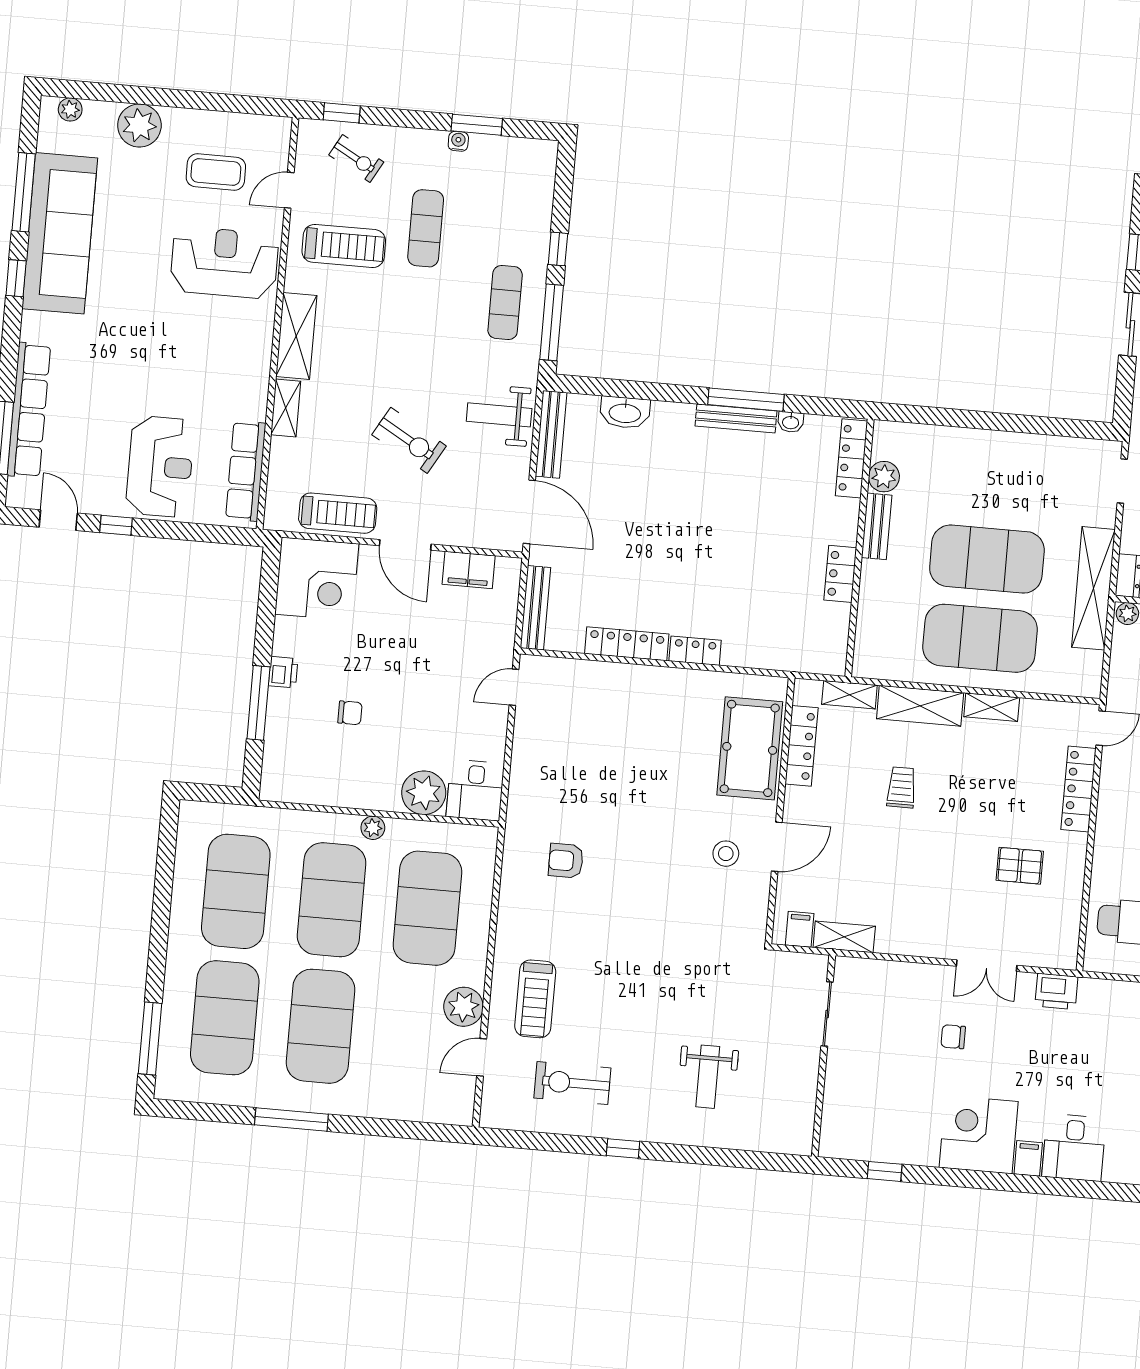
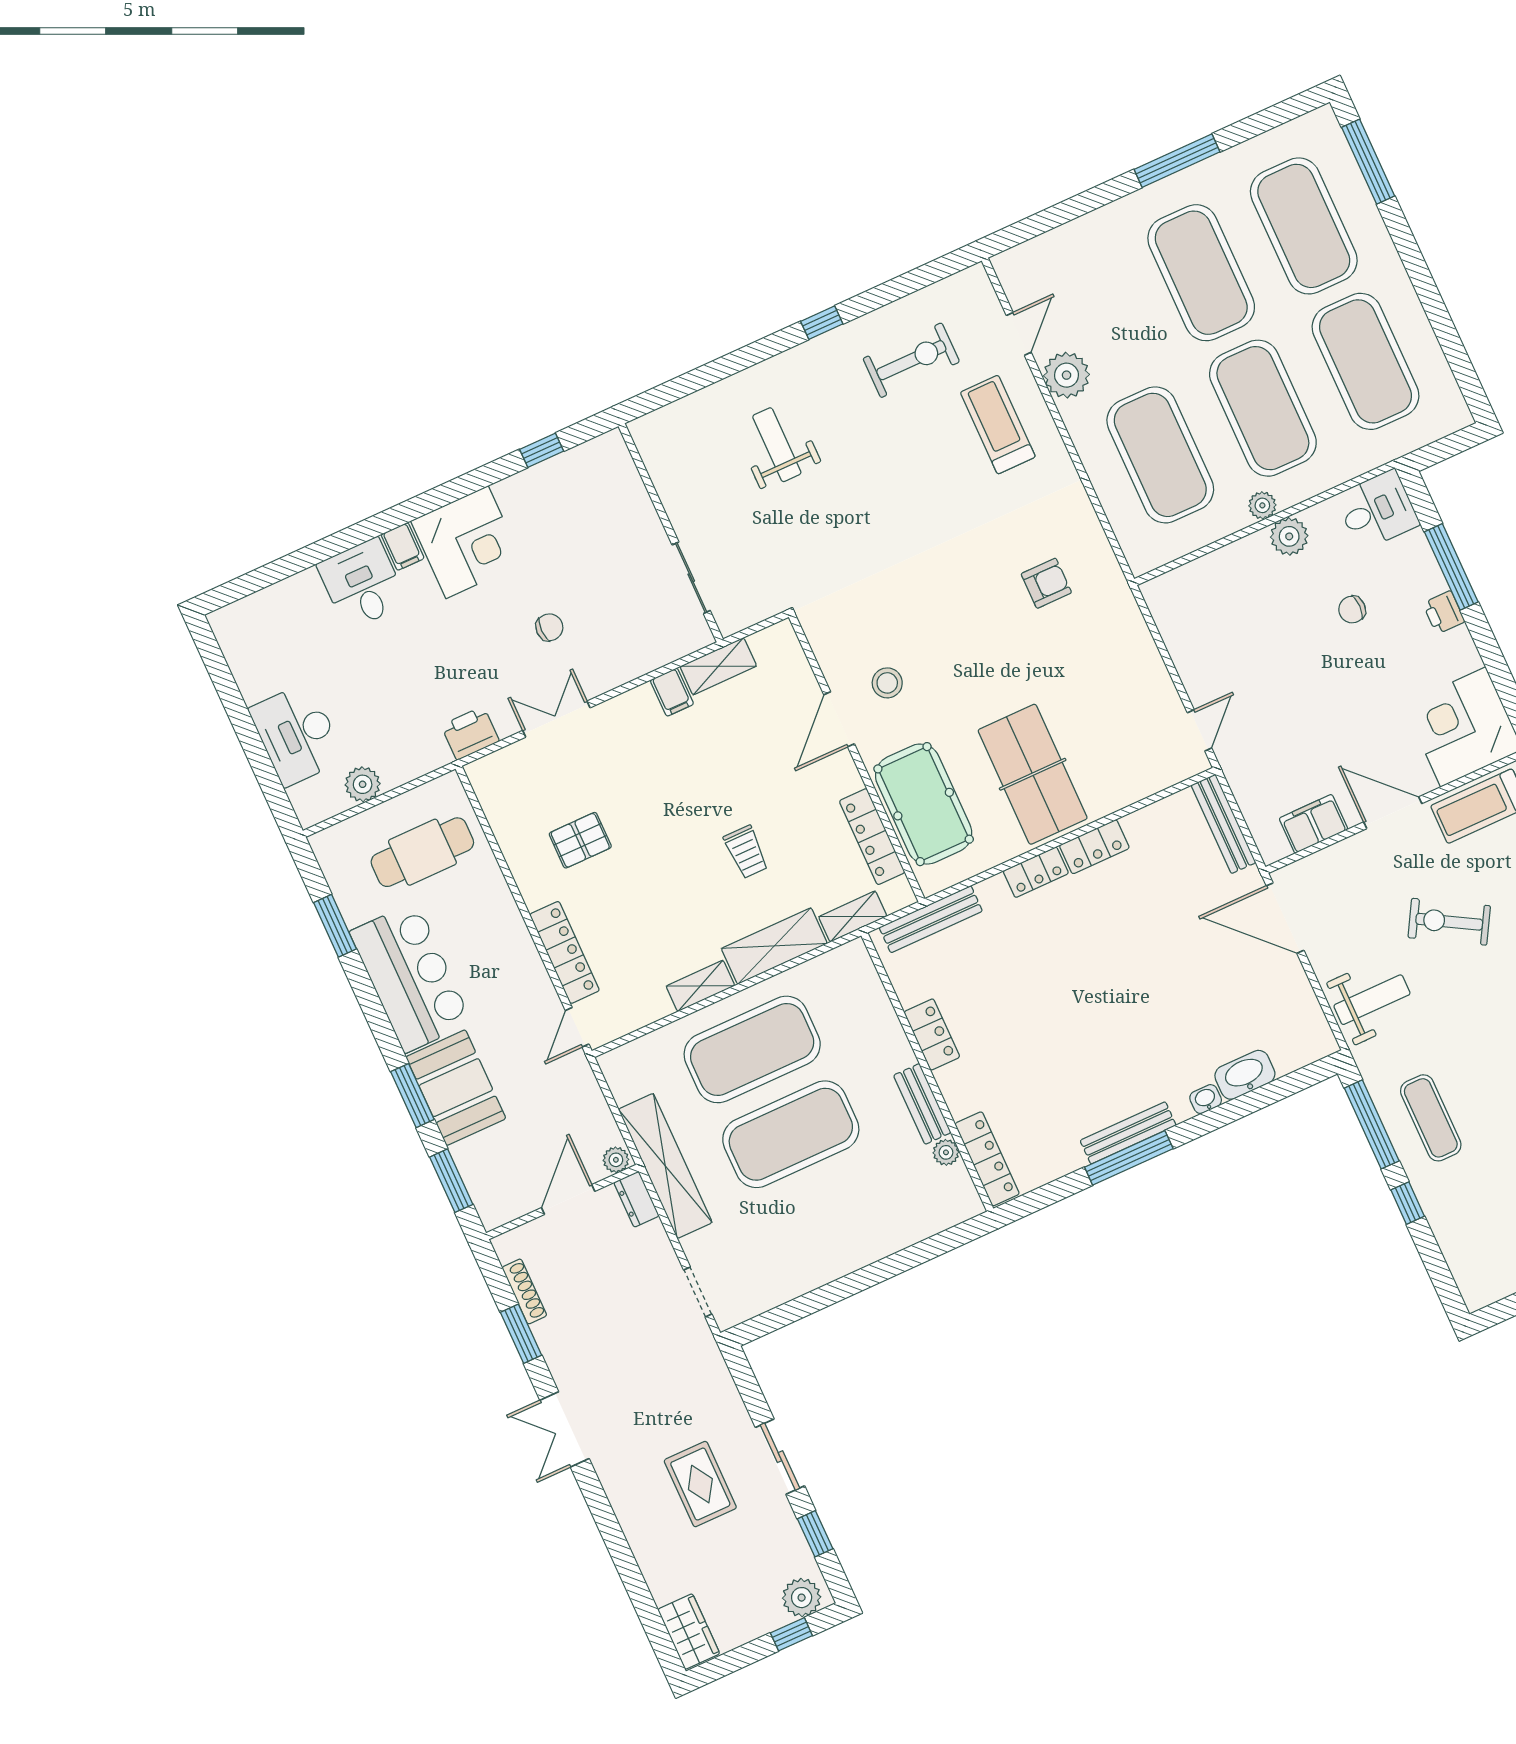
washbasin: (791, 422) -> (1206, 1099), moved
bench: (551, 434) -> (931, 919), moved, turned 90
plant: (884, 477) -> (946, 1152), width x0.73, depth x0.73
locker: (627, 644) -> (1094, 847), width x0.66
table tennis table: (656, 725) -> (1033, 774), added
desk: (475, 790) -> (1377, 510), moved, turned 90
plant: (424, 793) -> (1289, 536), moved, width x0.73, depth x0.73
filing cabinet: (800, 929) -> (672, 692), moved

